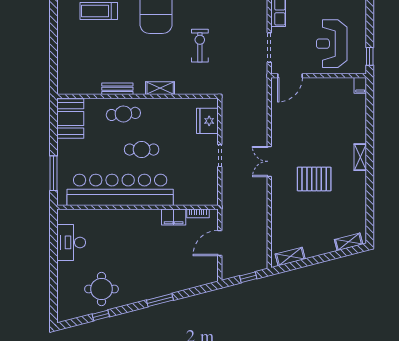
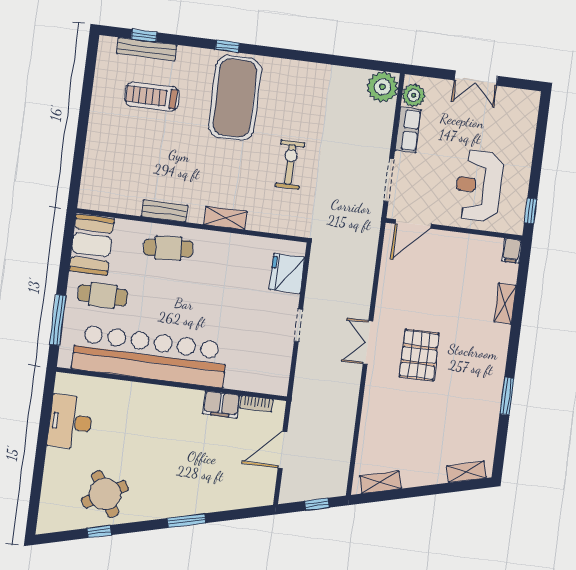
cafe table: (142, 150) -> (103, 295), moved
shelving: (360, 157) -> (505, 304), moved
pallet: (314, 179) -> (419, 355), moved, turned 90
window: (370, 186) -> (507, 396), added
round table: (101, 289) -> (105, 494), turned -30

